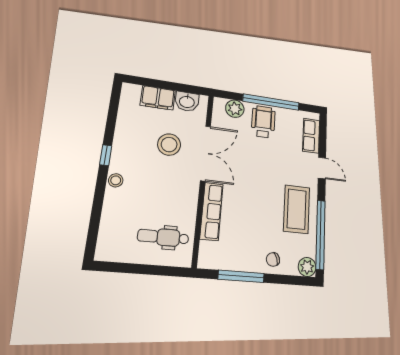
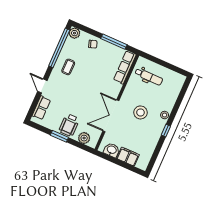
window: (271, 102) -> (59, 136), width x0.47
stool: (169, 145) -> (141, 112), moved
coffee table: (297, 209) -> (68, 67), width x0.54, depth x0.58
row of seats: (212, 211) -> (125, 67), moved

